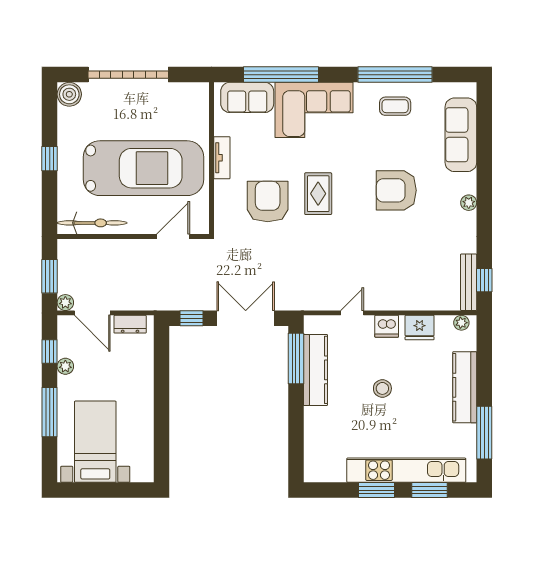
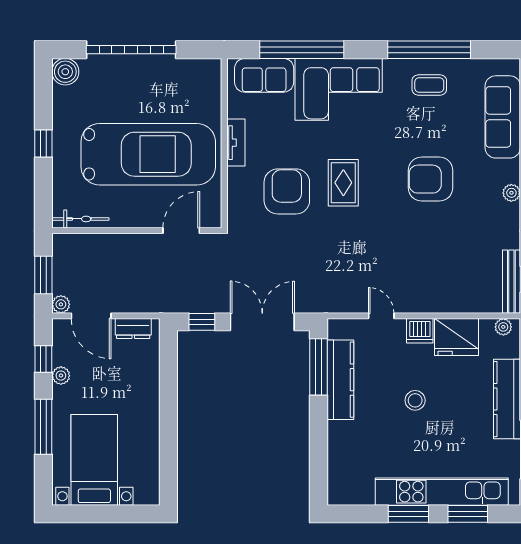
bicycle: (92, 223) -> (80, 219), width x0.73, depth x0.71
door: (352, 313) -> (381, 316), hinge flipped
fridge: (420, 328) -> (457, 337), width x1.36, depth x1.34

